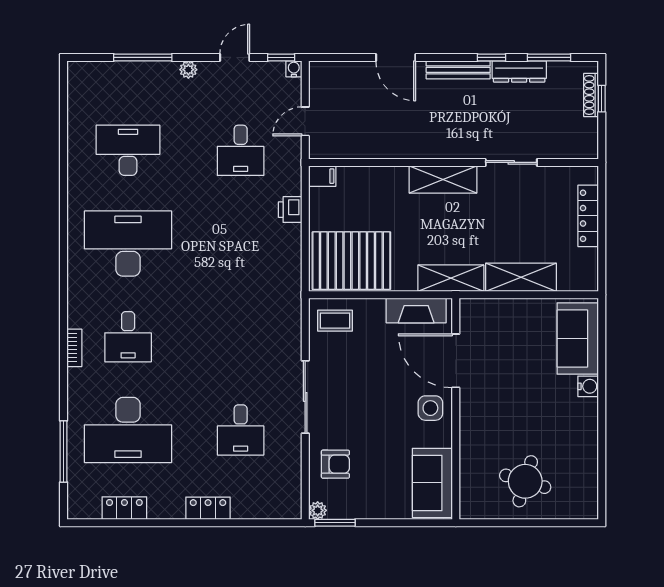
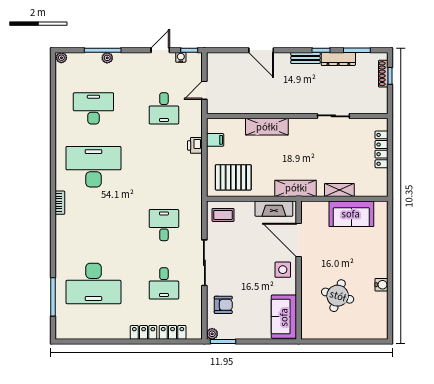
plant: (77, 69) -> (61, 58), added
water cooler: (294, 69) -> (181, 57), moved
plant: (188, 70) -> (107, 58), moved
bench: (458, 70) -> (306, 58), width x0.73
filing cabinet: (322, 176) -> (215, 140), moved
shelving: (443, 179) -> (267, 127), moved
pallet: (351, 261) -> (233, 177), width x0.73, depth x0.71
shelving: (521, 277) -> (339, 190), width x0.67, depth x0.75
desk: (128, 337) -> (164, 225), moved, turned 180
sofa: (578, 339) -> (351, 214), moved, turned -90
bookcase: (74, 348) -> (60, 203), moved
water cooler: (588, 386) -> (381, 285), moved
round table: (525, 481) -> (338, 296), moved
locker: (124, 508) -> (173, 332), moved

